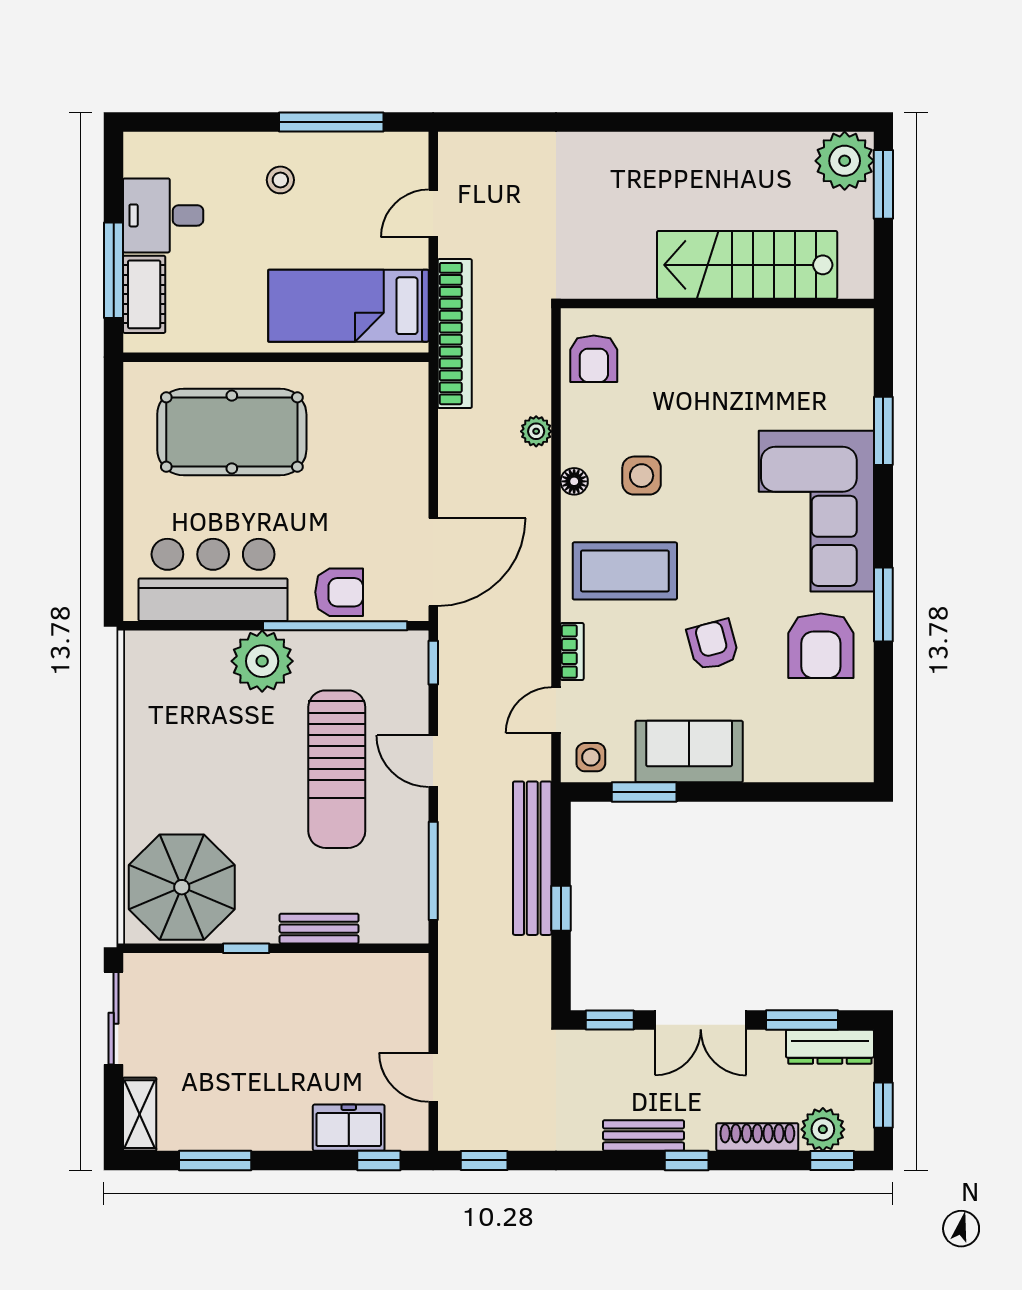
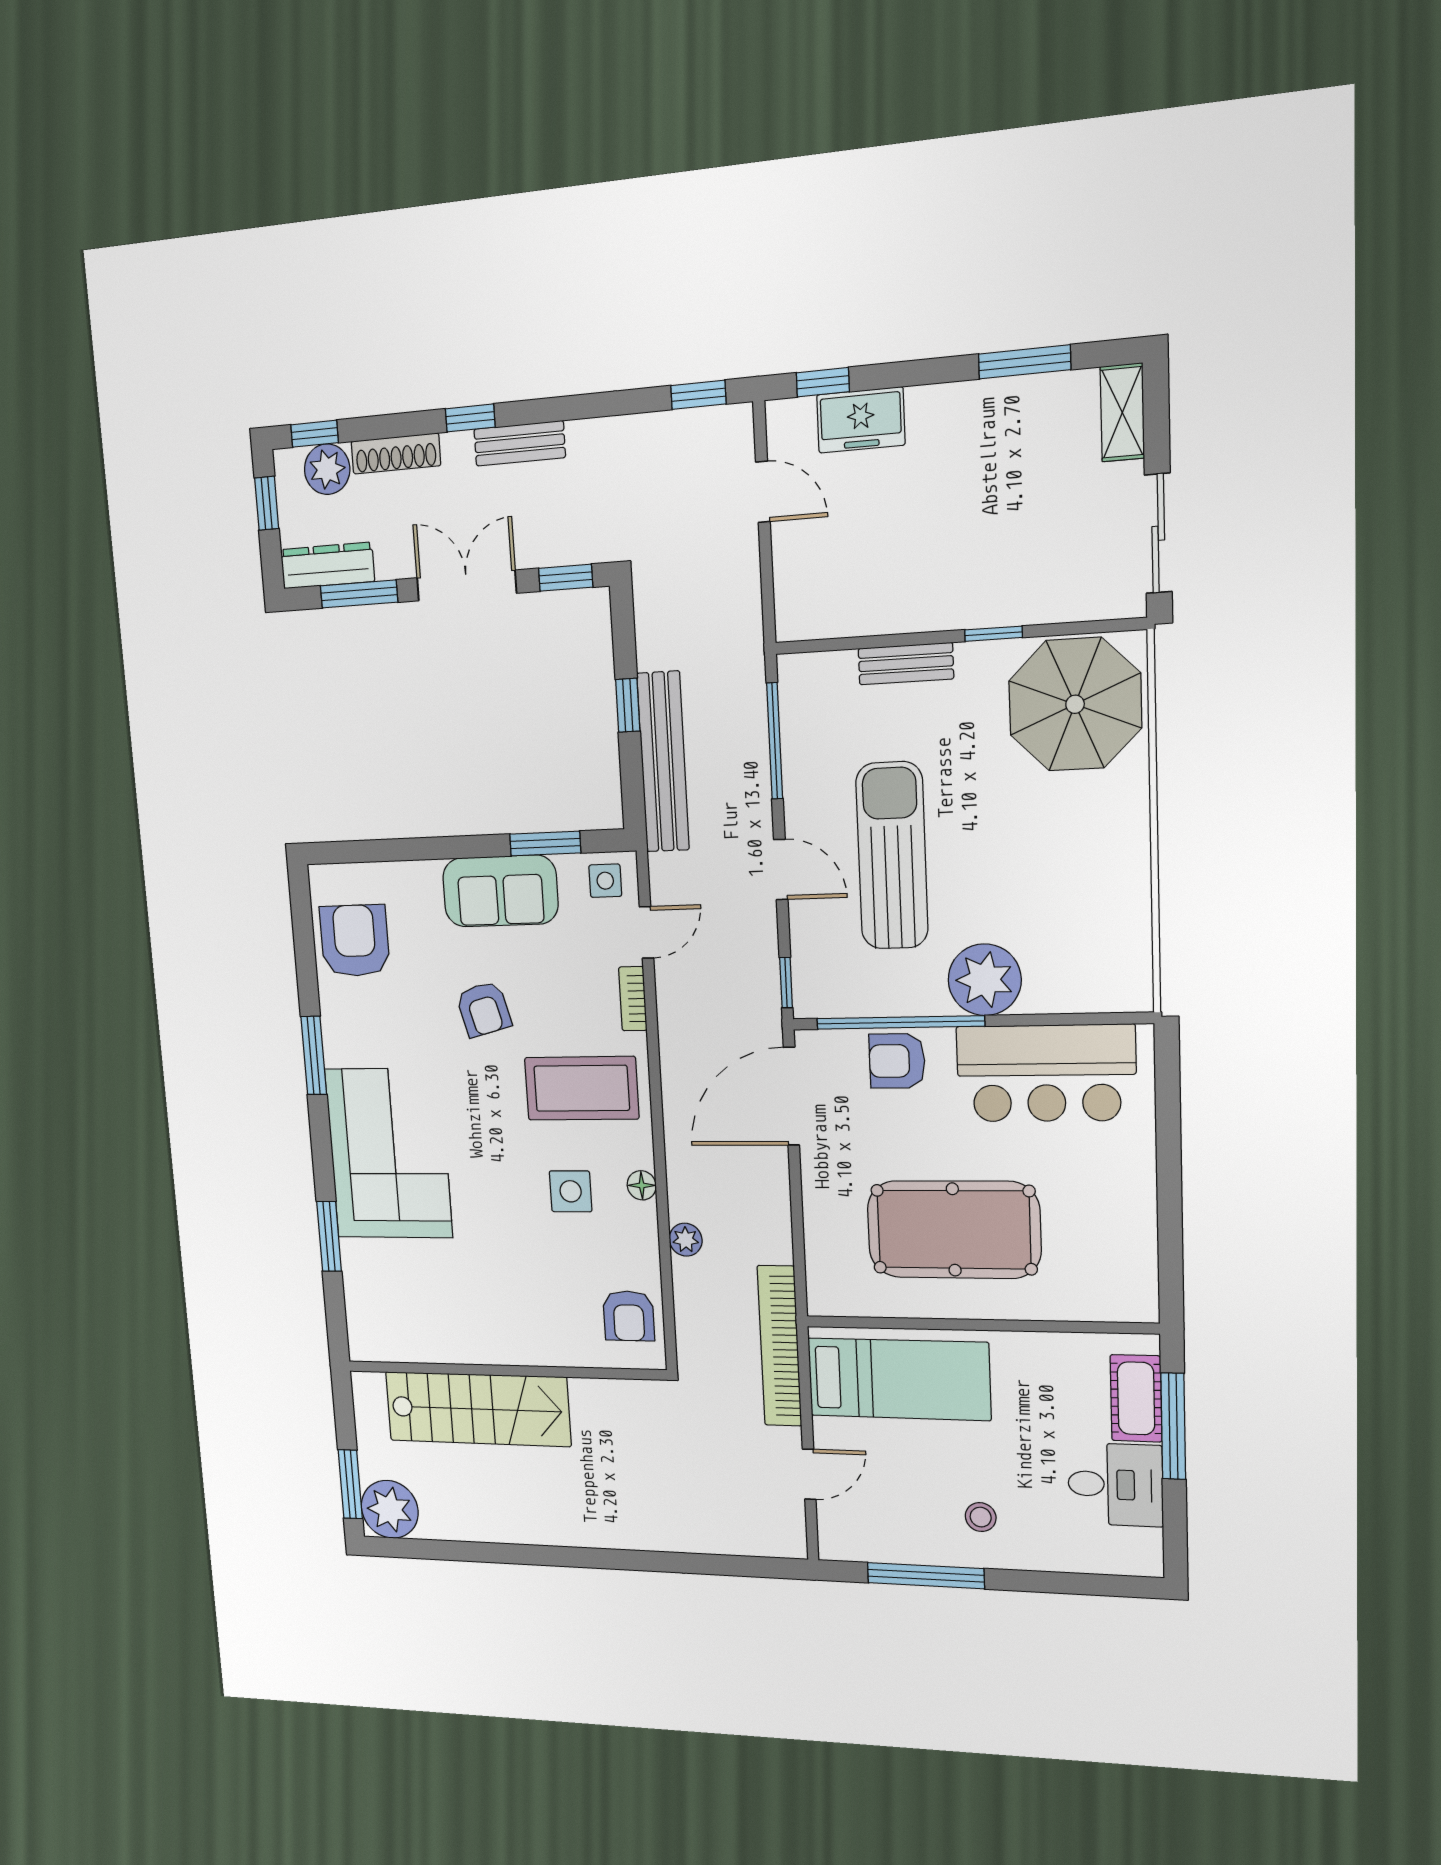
armchair: (594, 359) -> (629, 1316), turned 180
pool table: (232, 432) -> (954, 1230), moved
armchair: (821, 646) -> (355, 941), moved

